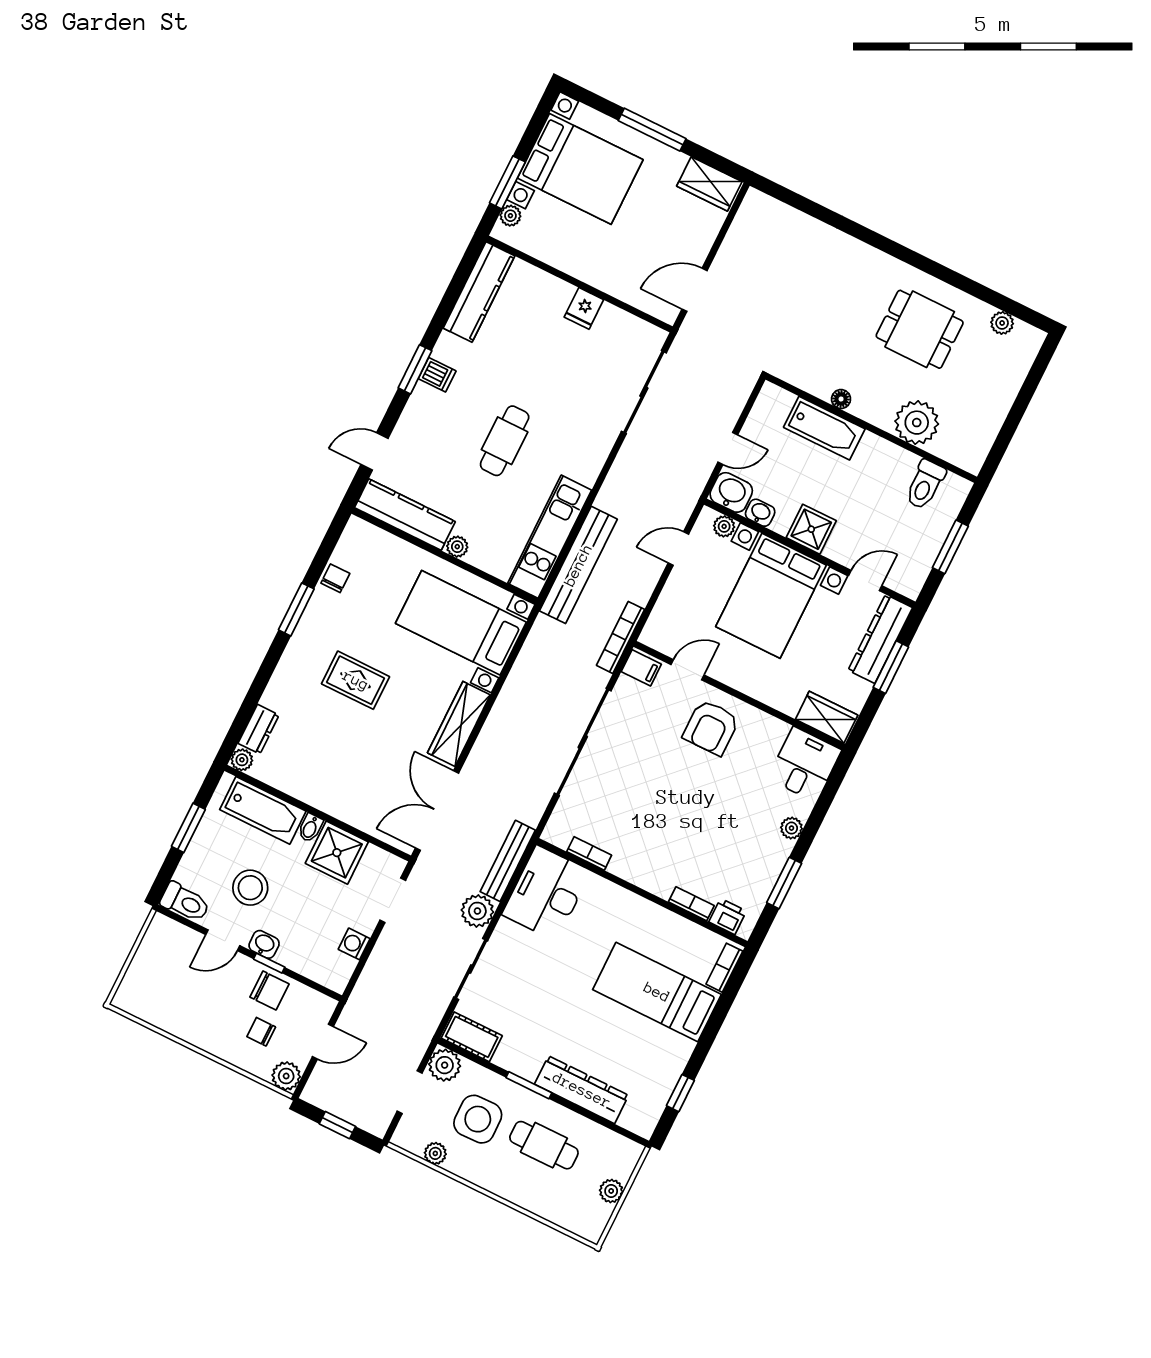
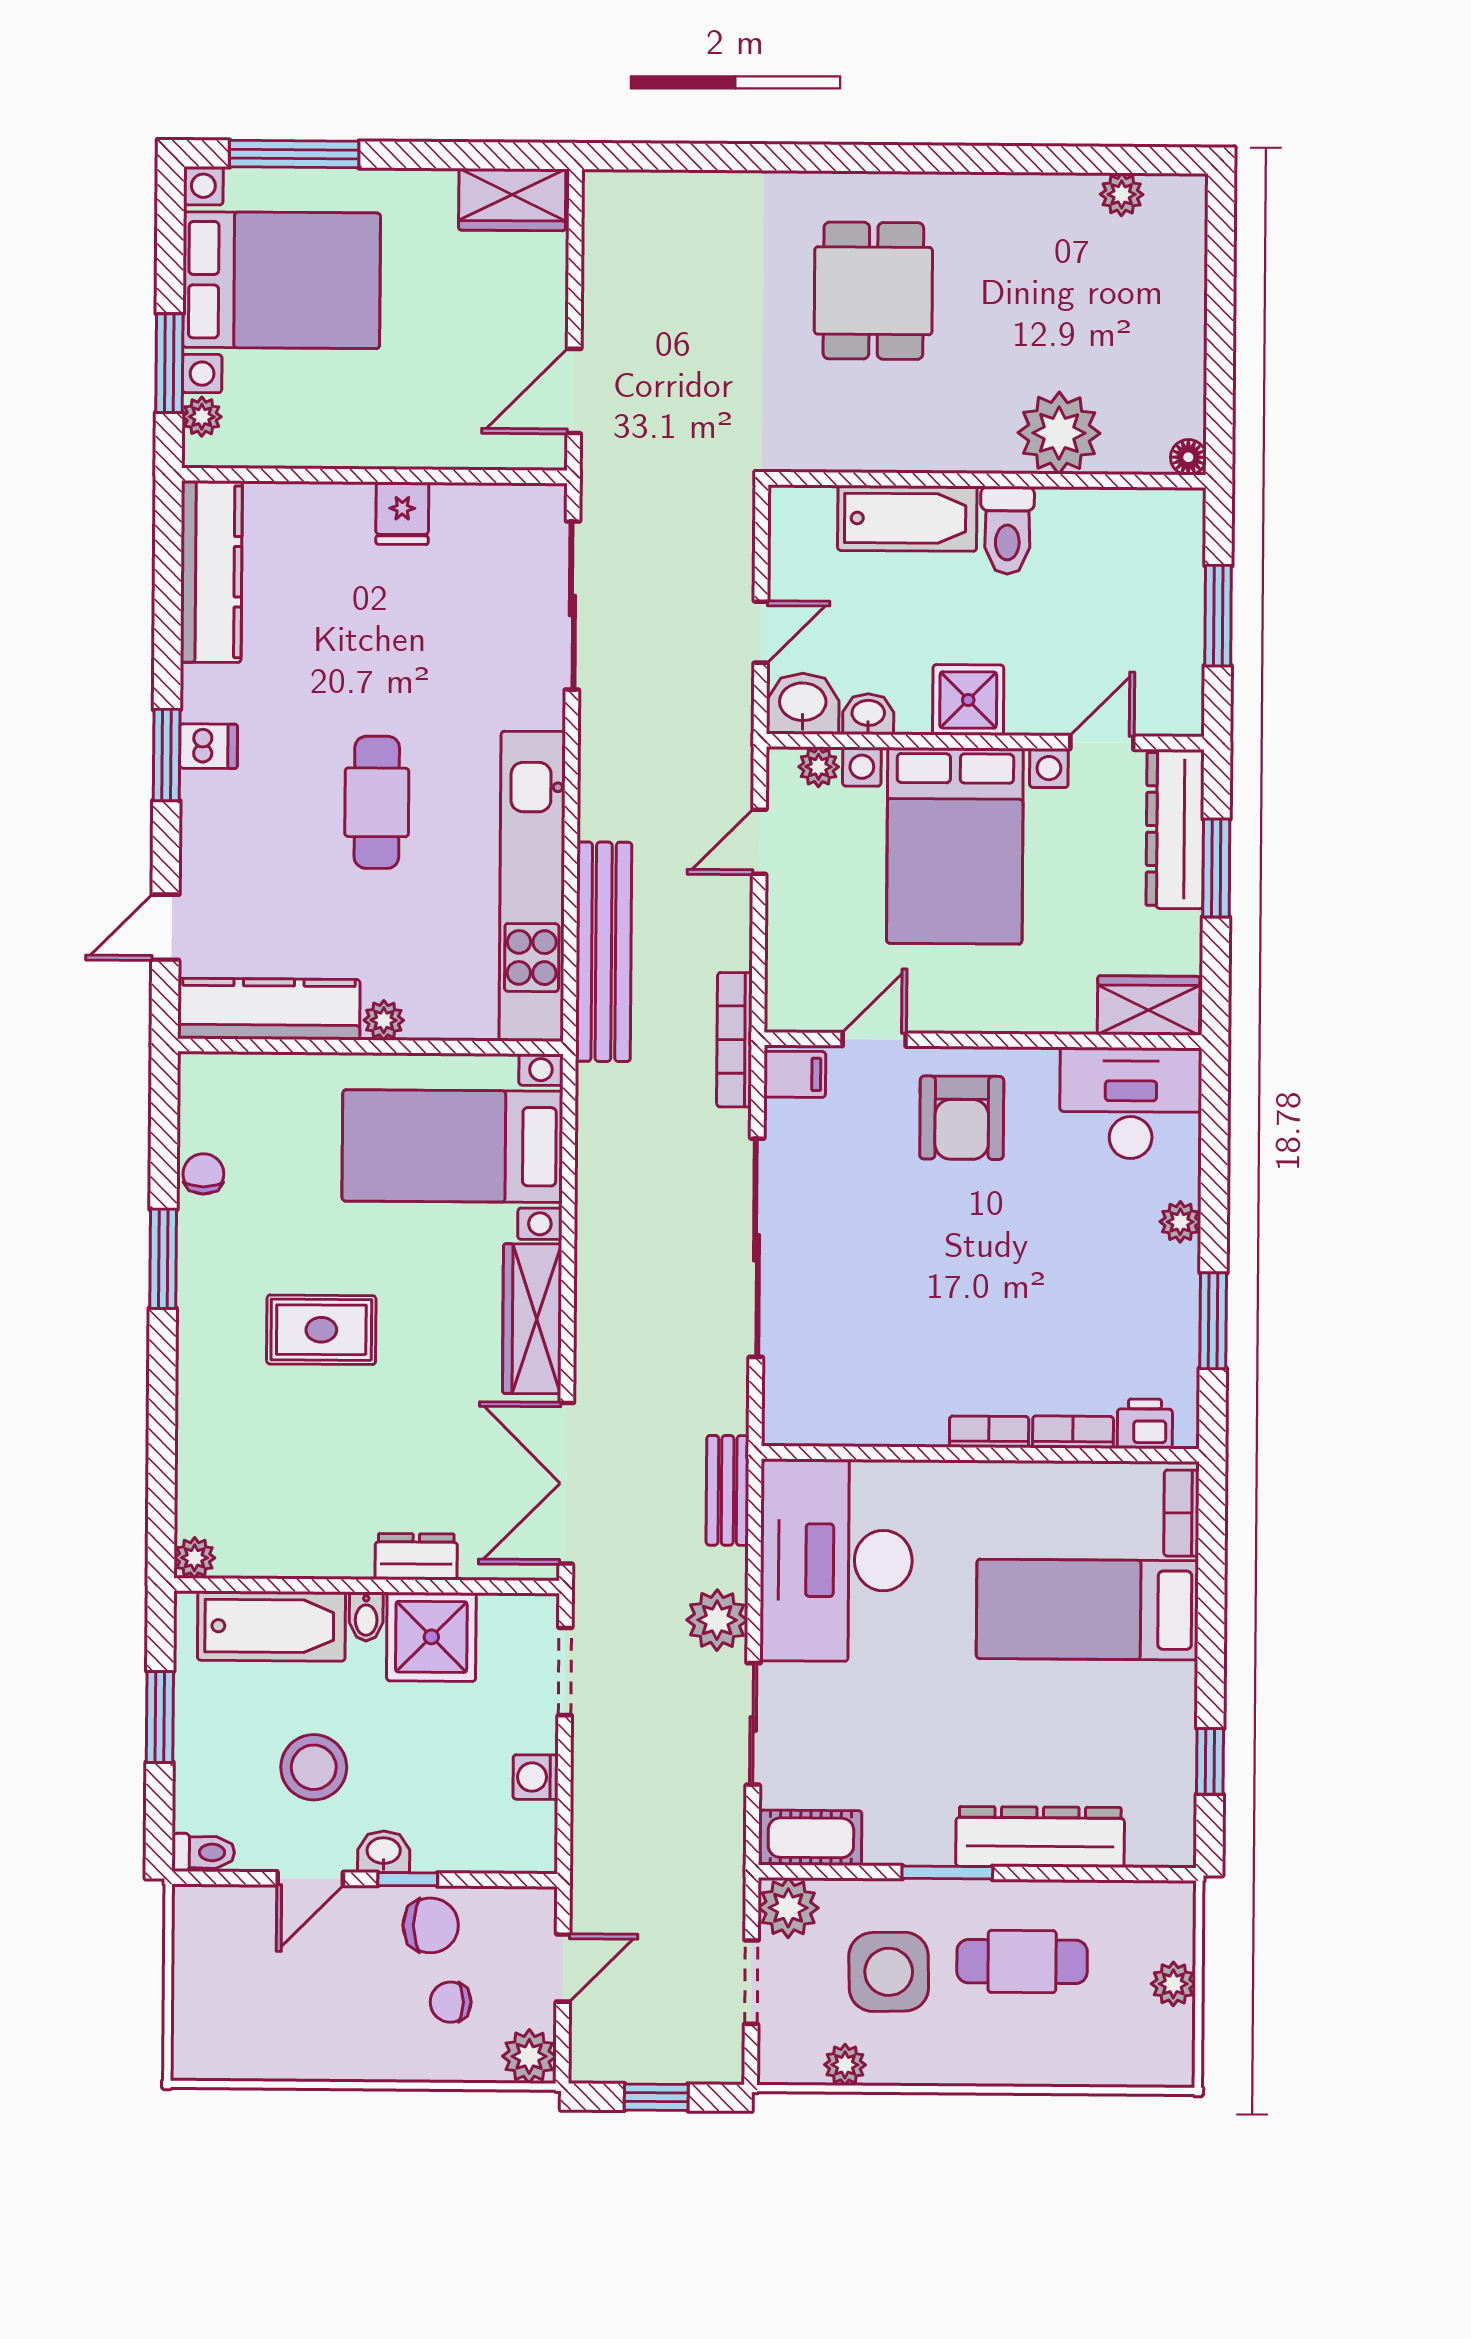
window: (652, 130) -> (294, 154), moved
dining table: (920, 329) -> (873, 291), moved, turned 90
floor lamp: (841, 399) -> (1188, 457), moved
toilet: (925, 485) -> (1007, 530), moved
kitchen unit: (550, 537) -> (532, 886), width x1.36
dresser: (259, 729) -> (416, 1557), moved, turned -90
desk: (805, 764) -> (1131, 1103), width x1.37
bookcase: (589, 853) -> (989, 1432), moved
bench: (508, 861) -> (728, 1490), width x0.73
desk: (546, 893) -> (836, 1560), width x1.36, depth x1.30
toilet: (185, 902) -> (203, 1852), width x0.73, depth x0.72

